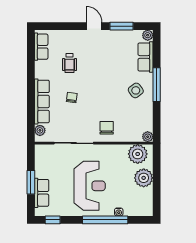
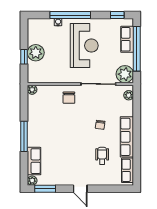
window: (122, 26) -> (45, 189), moved
side table: (136, 90) -> (43, 131), removed
row of seats: (42, 101) -> (127, 137), moved
plant: (138, 154) -> (125, 74), moved
window: (157, 173) -> (24, 57), added
window: (31, 182) -> (137, 49), width x2.11
reception desk: (90, 186) -> (84, 46), turned 180

